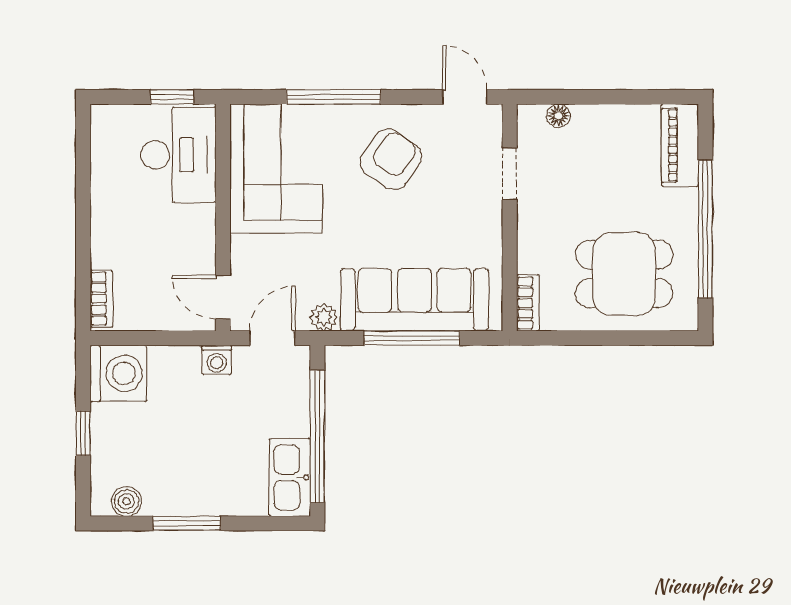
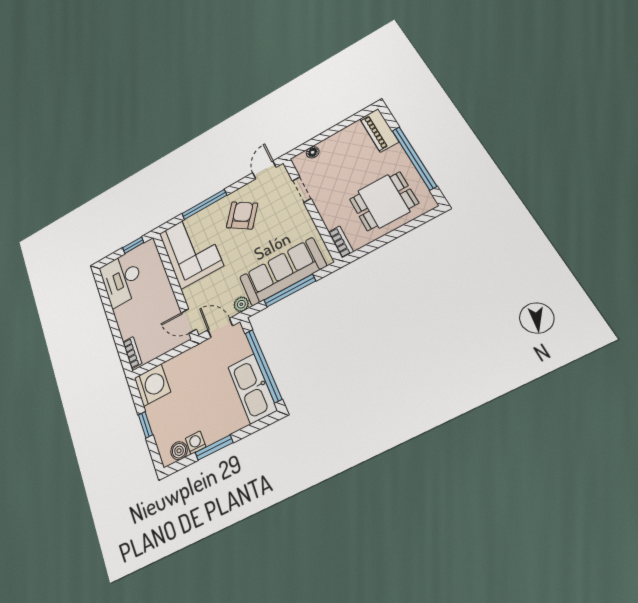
door: (465, 97) -> (264, 170), hinge flipped
desk: (178, 155) -> (122, 279), moved, turned 180
door: (272, 338) -> (220, 328), hinge flipped
washing machine: (217, 360) -> (196, 443), moved, turned 180
kitchen sink: (290, 477) -> (252, 388), width x1.36, depth x1.24

